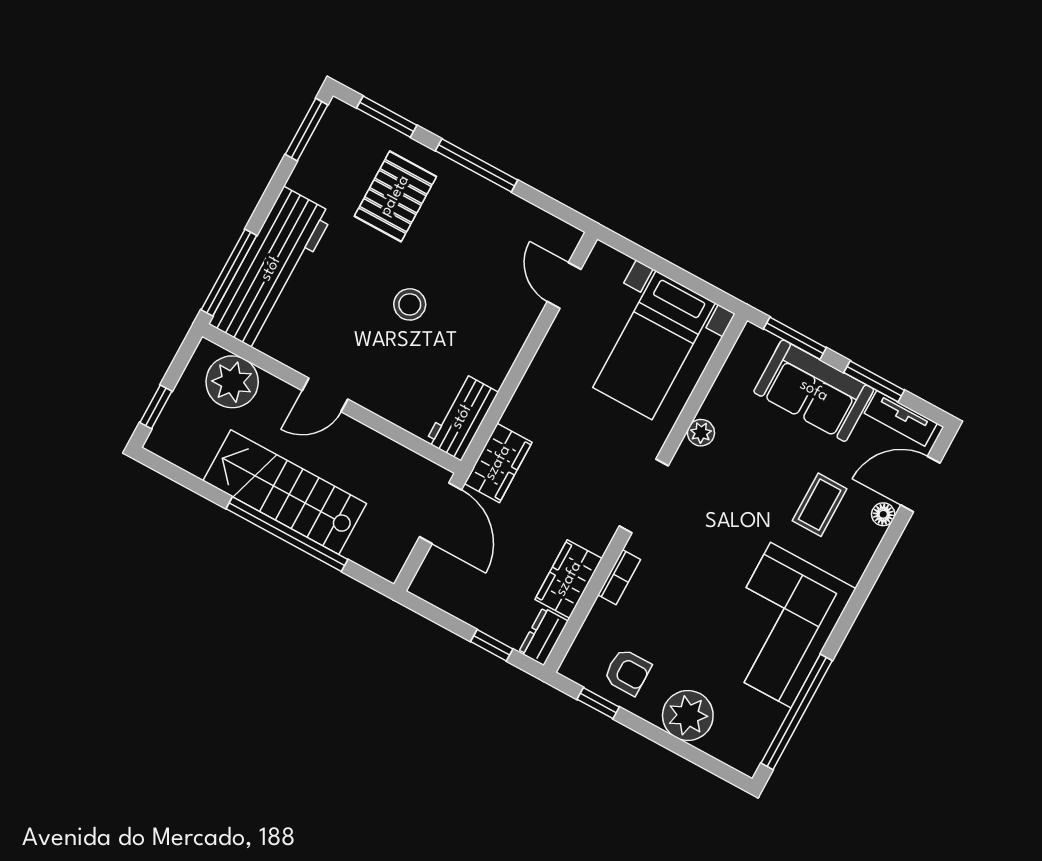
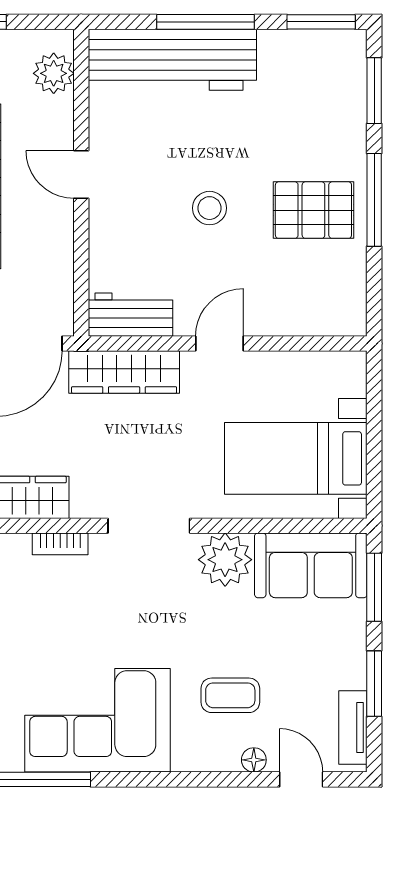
pallet: (395, 196) -> (313, 210), moved
window: (229, 273) -> (206, 22), moved
door: (564, 285) -> (219, 343), moved
plant: (232, 382) -> (54, 73), width x0.73, depth x0.73
sofa: (814, 391) -> (311, 565), moved, turned -90
plant: (701, 433) -> (225, 560), width x1.88, depth x1.88
wardrobe: (498, 463) -> (124, 372), width x1.50
door: (920, 484) -> (301, 779), width x0.73

